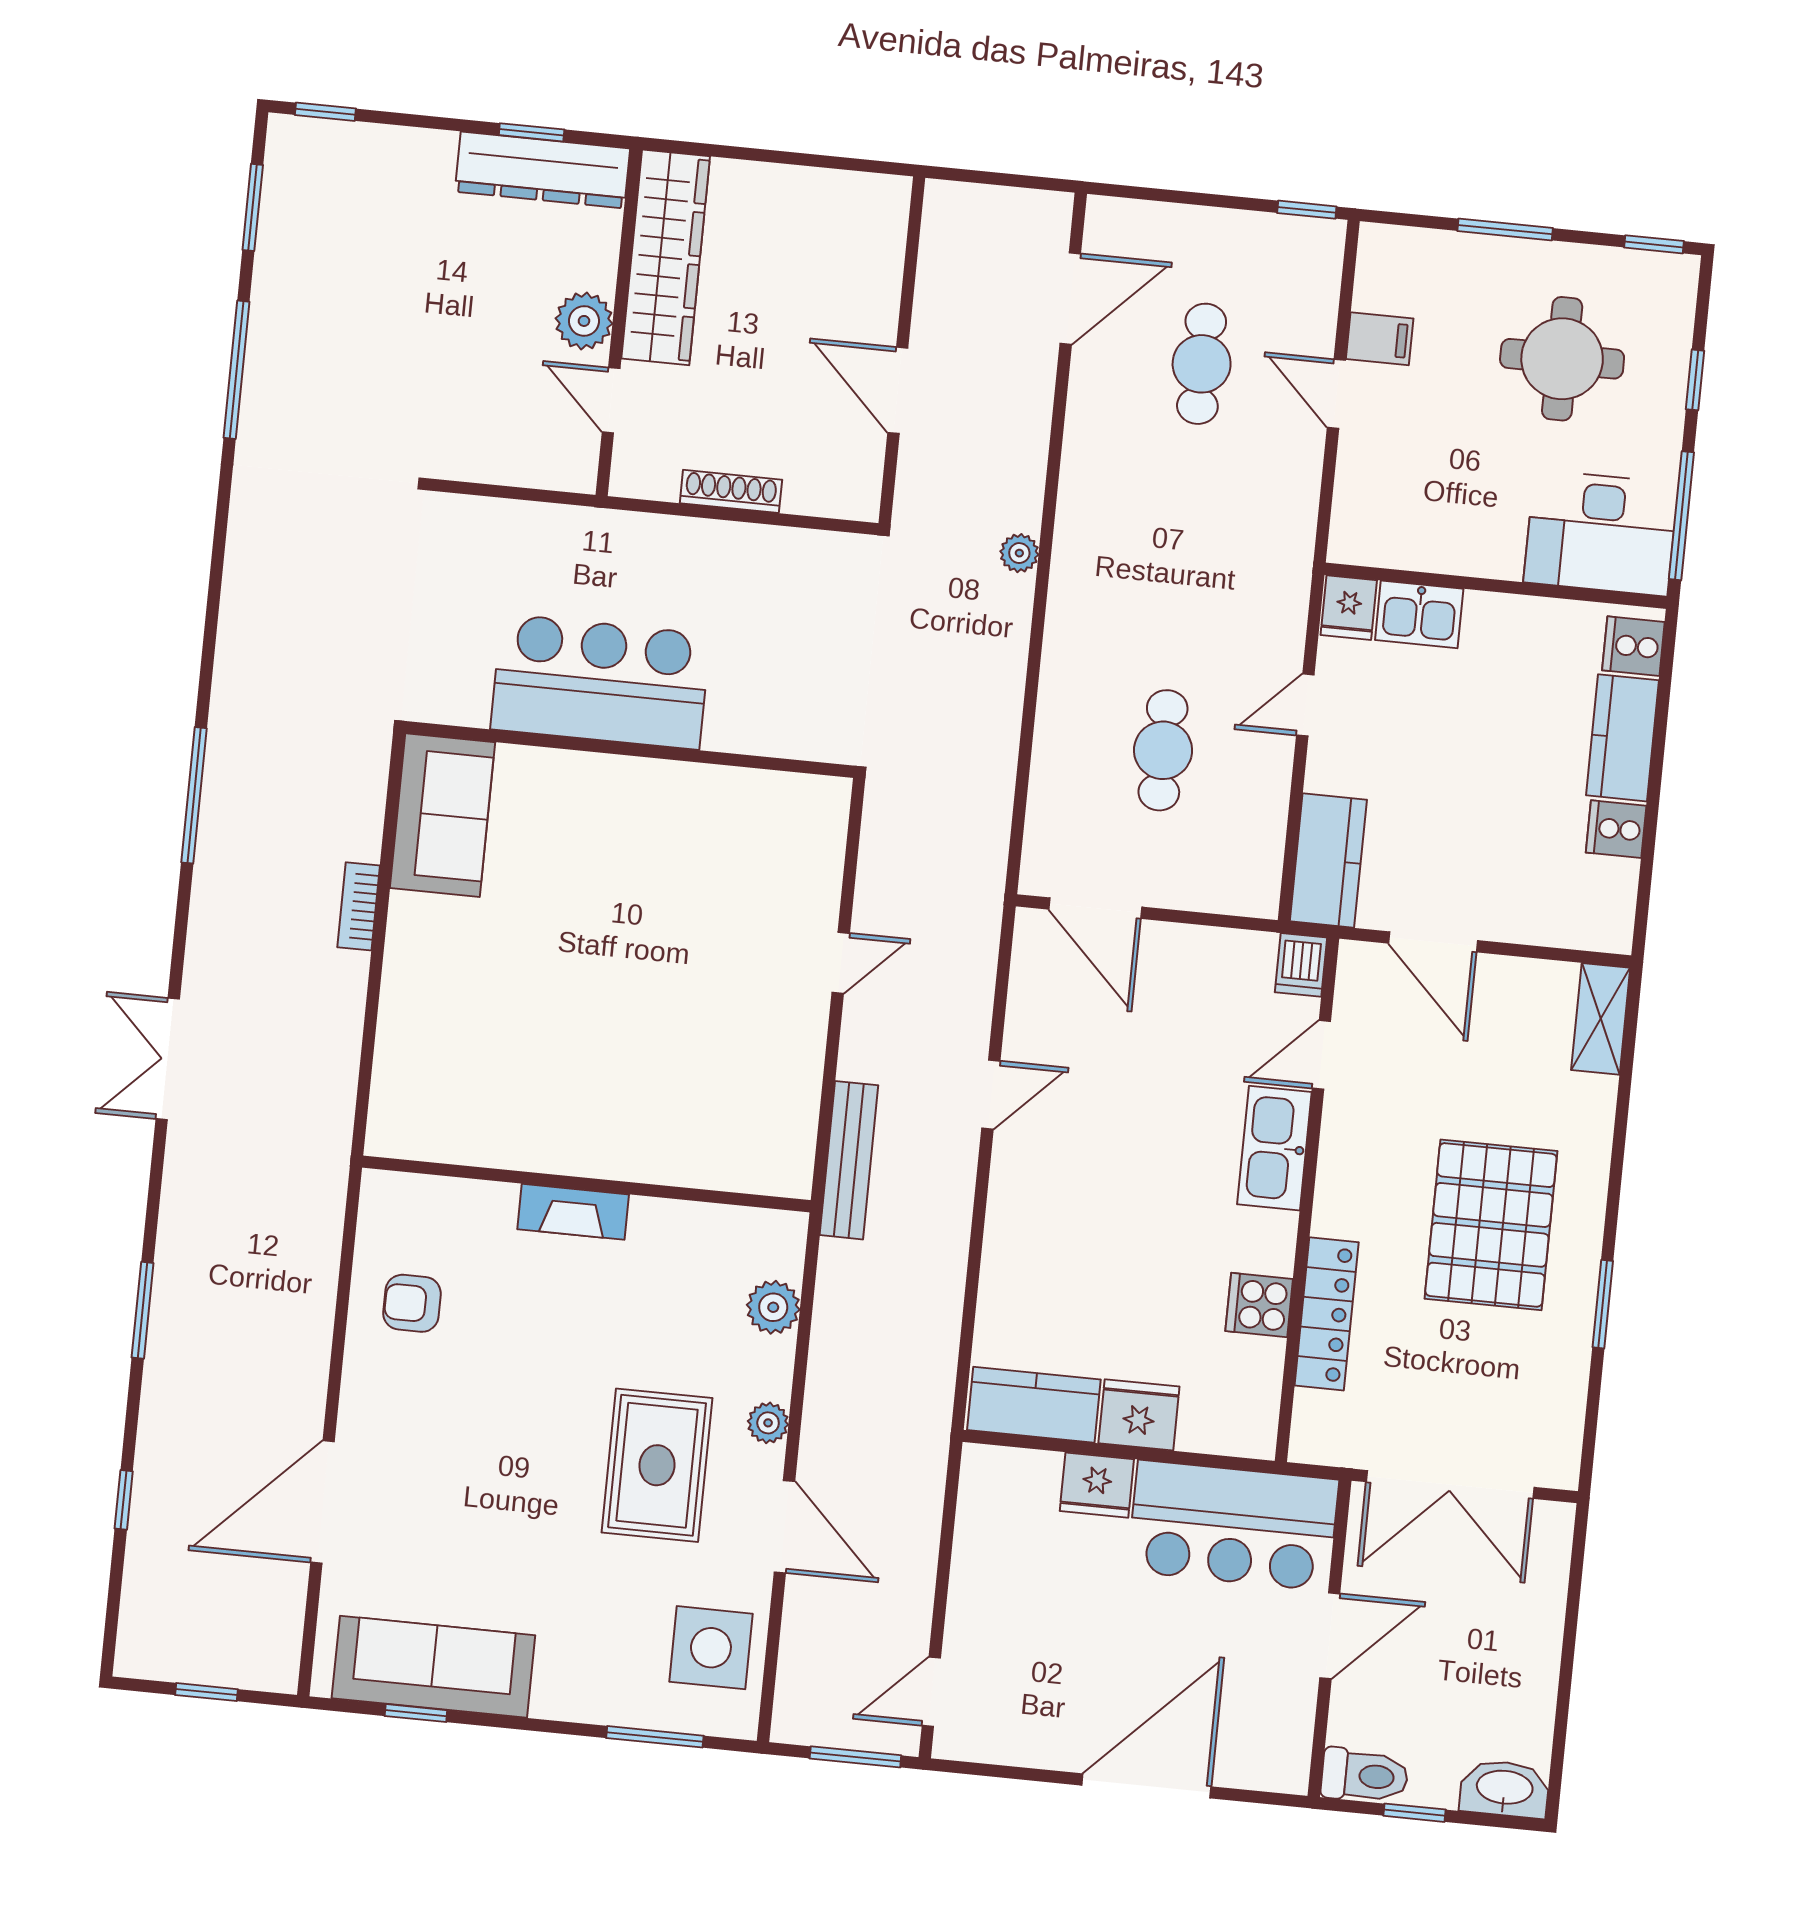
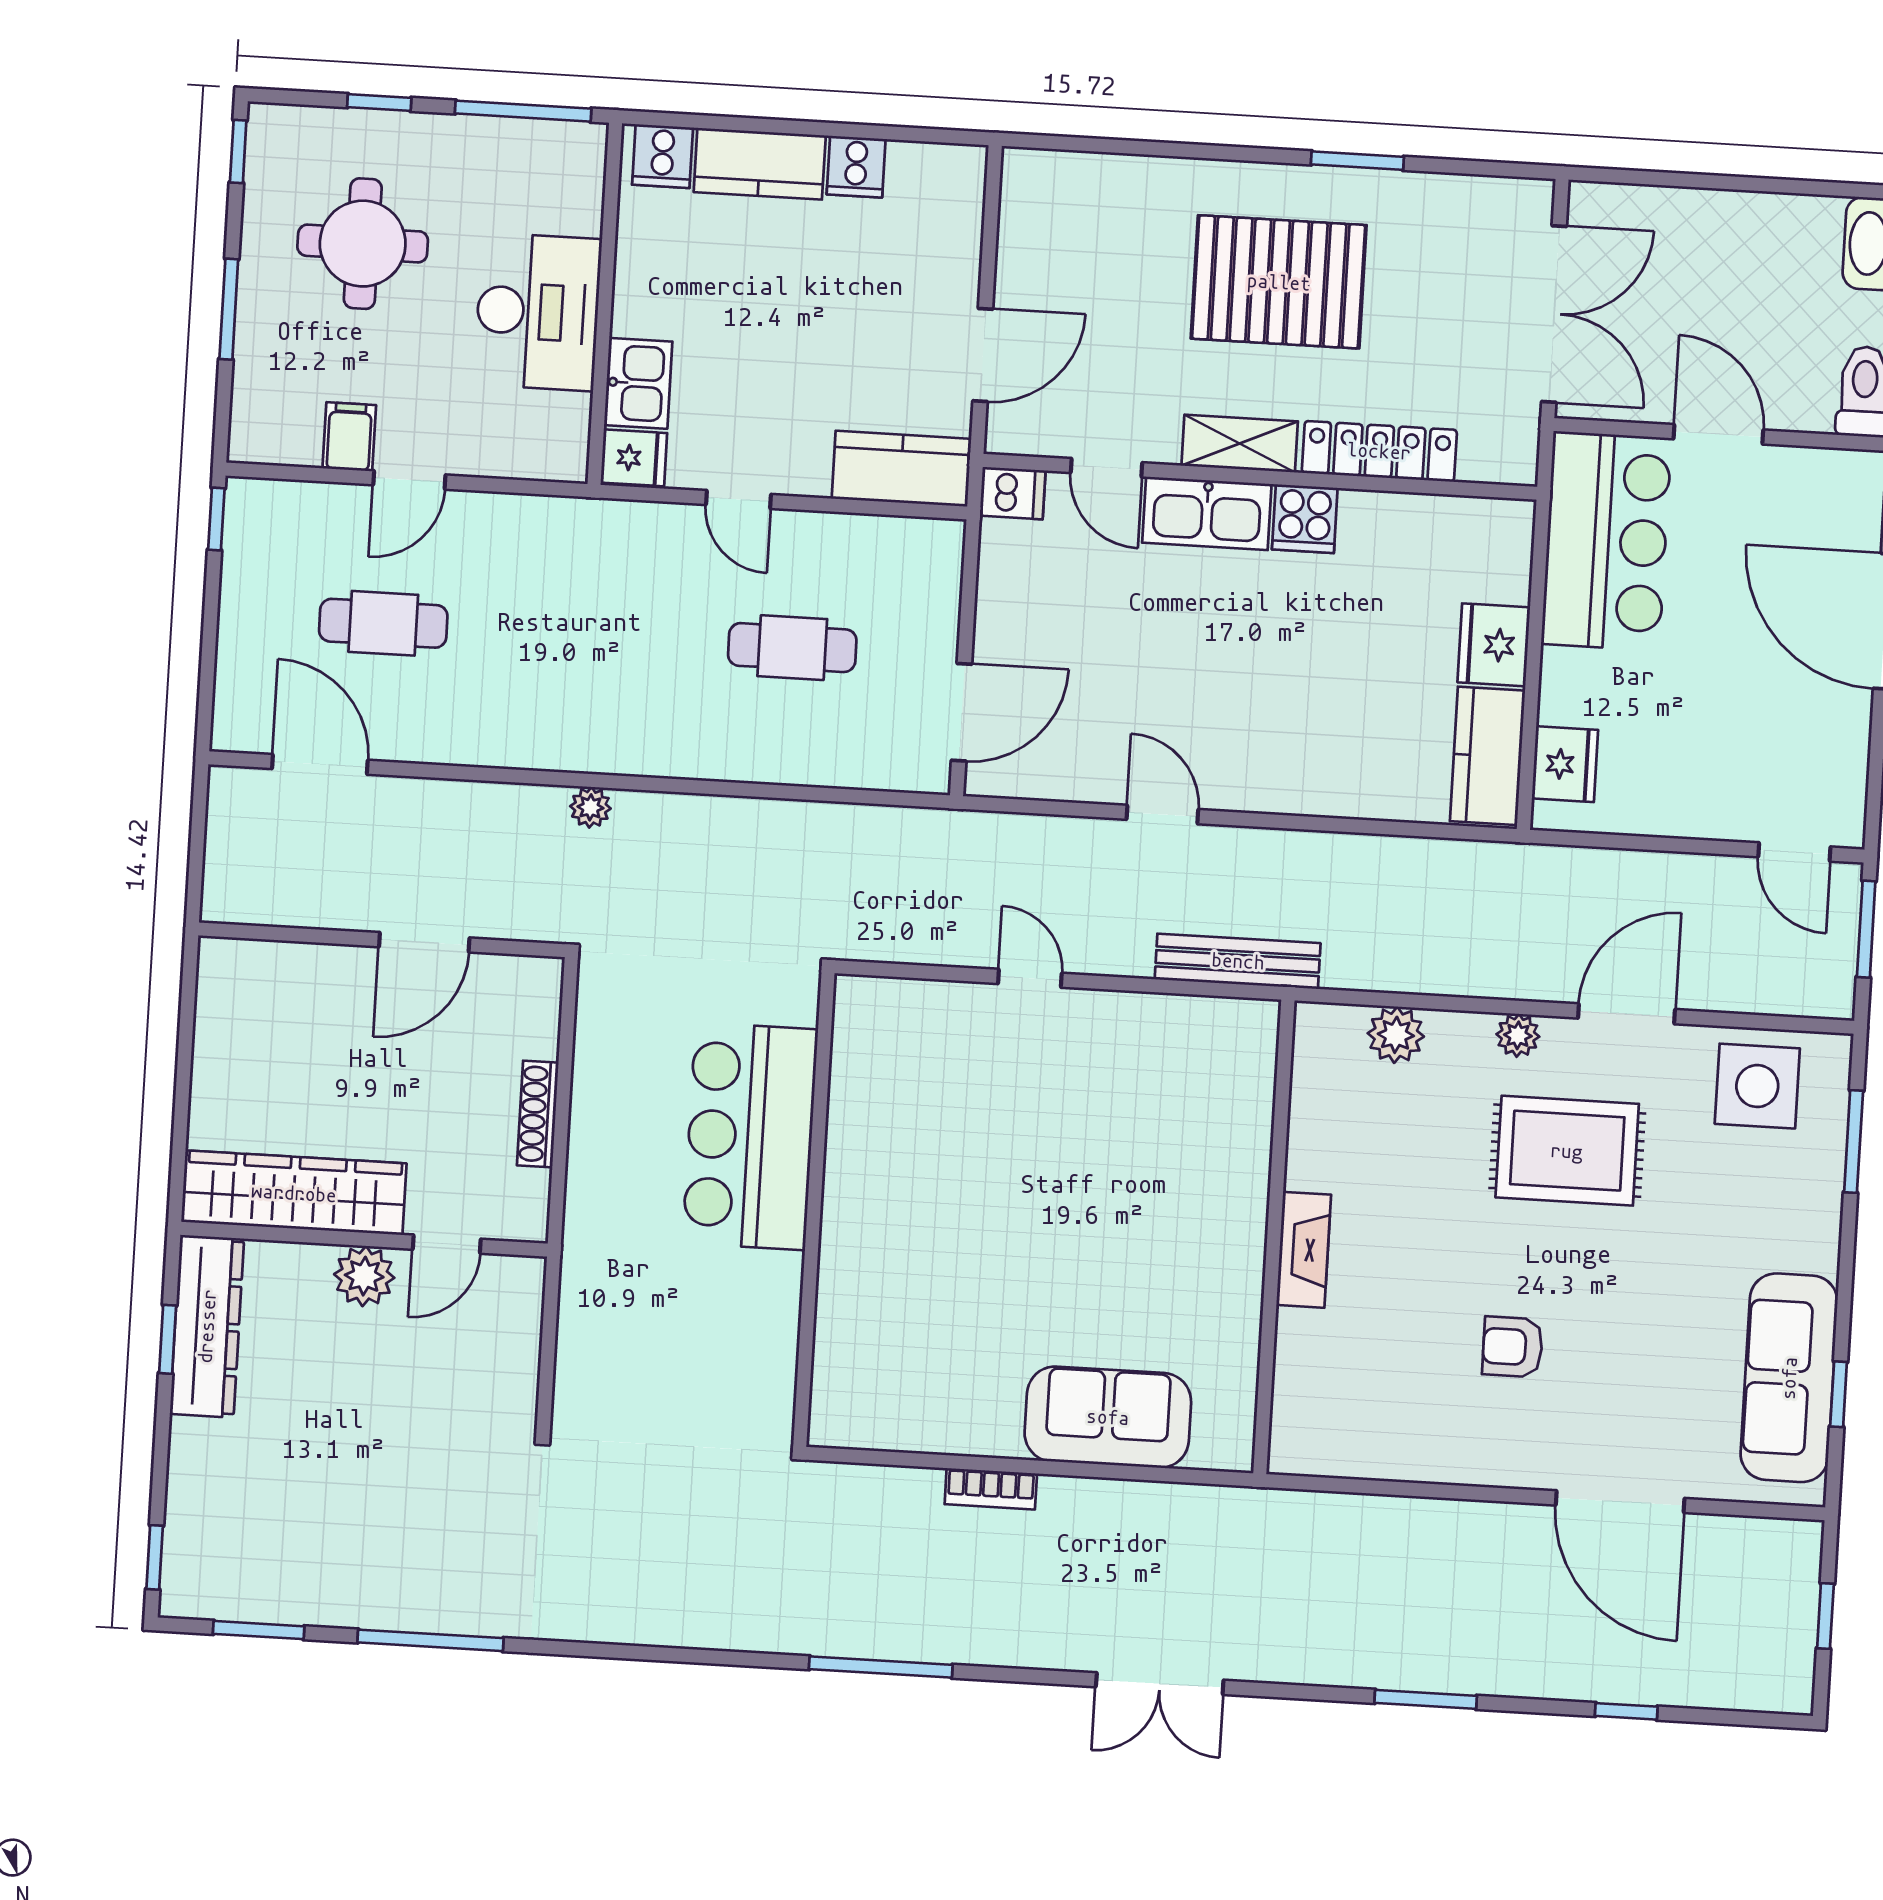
desk: (1601, 533) -> (538, 312), moved
bar counter: (600, 682) -> (750, 1136), moved
sofa: (442, 815) -> (1108, 1417), moved
shelving: (1601, 1019) -> (1240, 444), moved
armchair: (412, 1303) -> (1513, 1347), moved, turned 90
cooker: (1259, 1305) -> (1305, 519), moved
fridge: (1097, 1485) -> (1565, 764), moved

